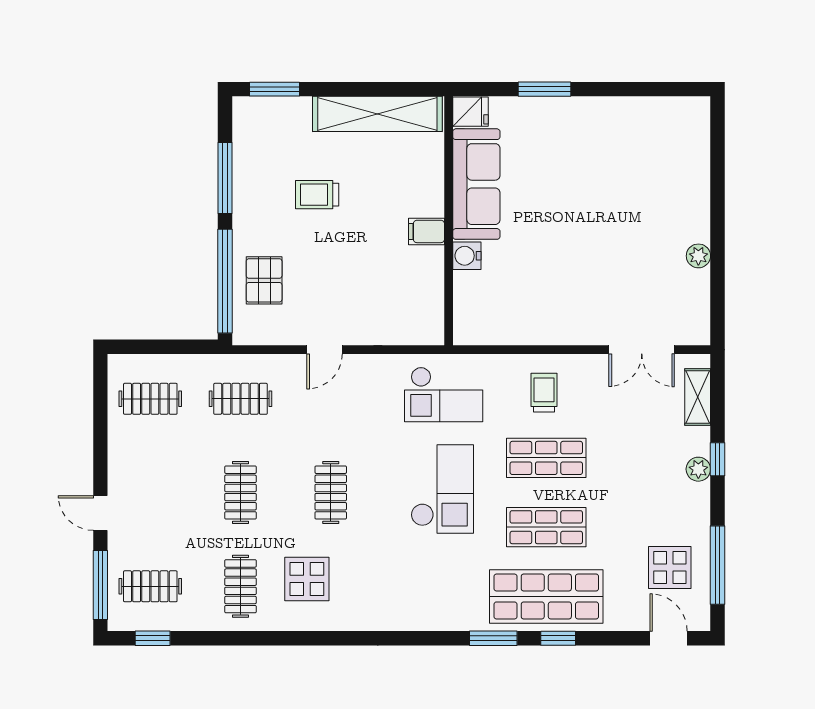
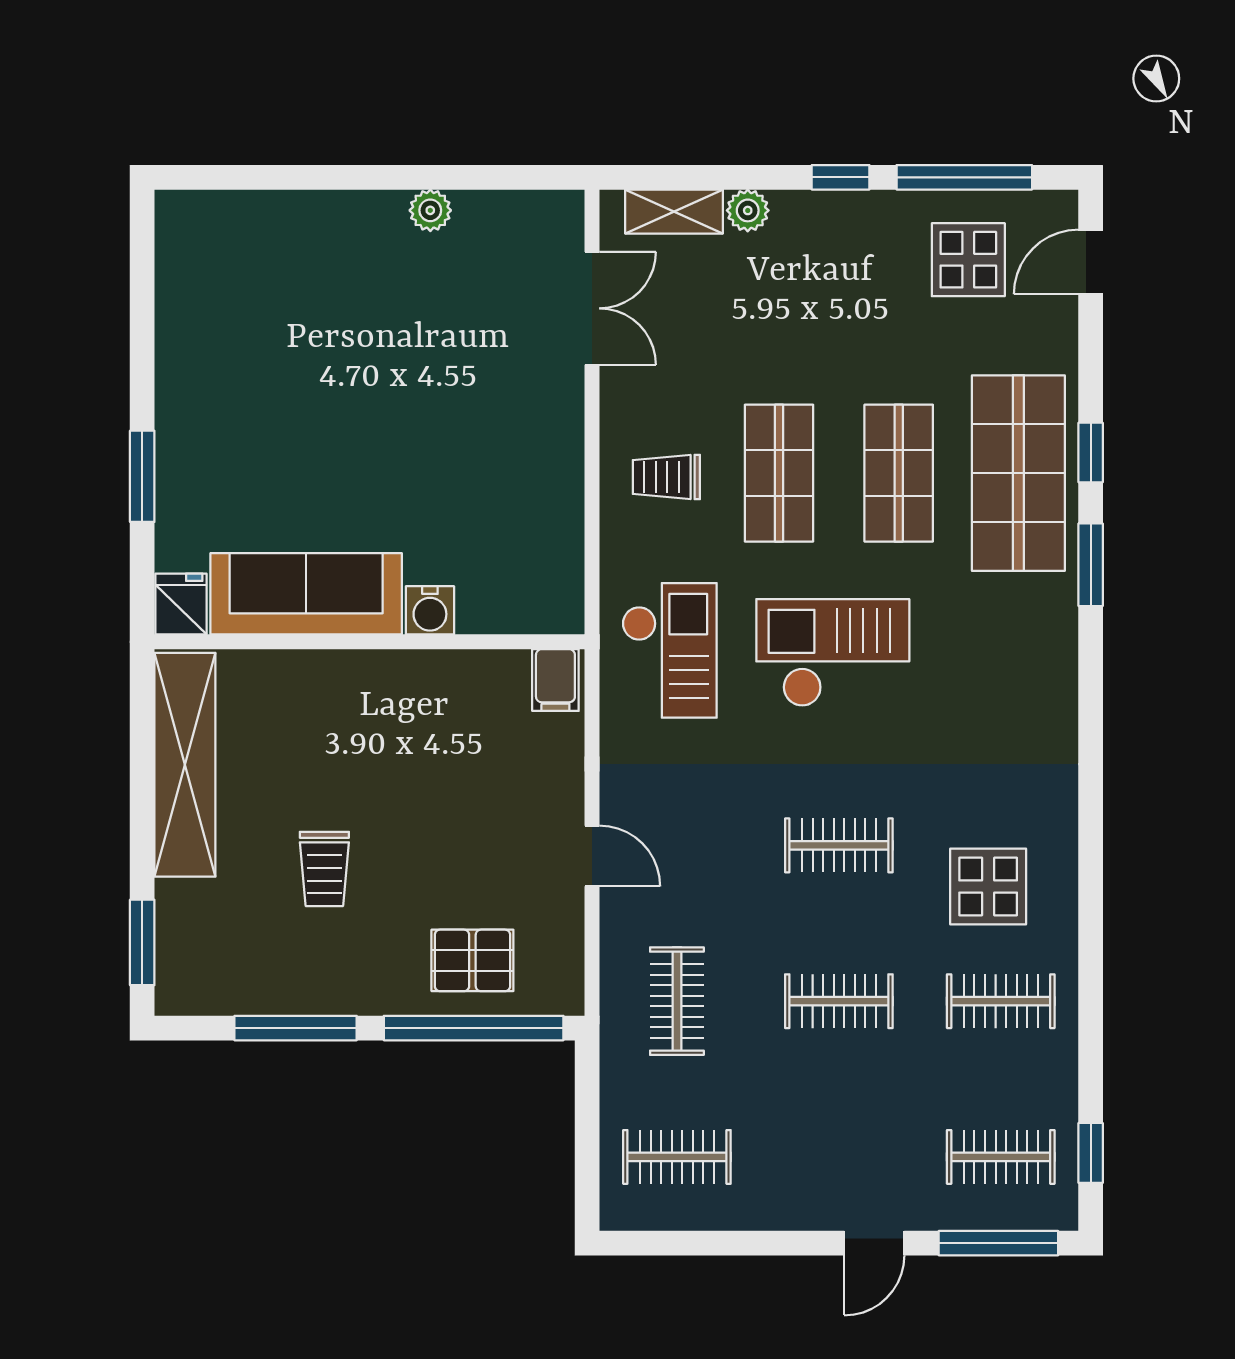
filing cabinet: (426, 231) -> (555, 680), moved
clothes rail: (150, 399) -> (677, 1157), turned 90
window: (718, 459) -> (841, 177), moved
plant: (698, 469) -> (748, 210), moved
clothes rail: (150, 586) -> (1001, 1157), turned 90

